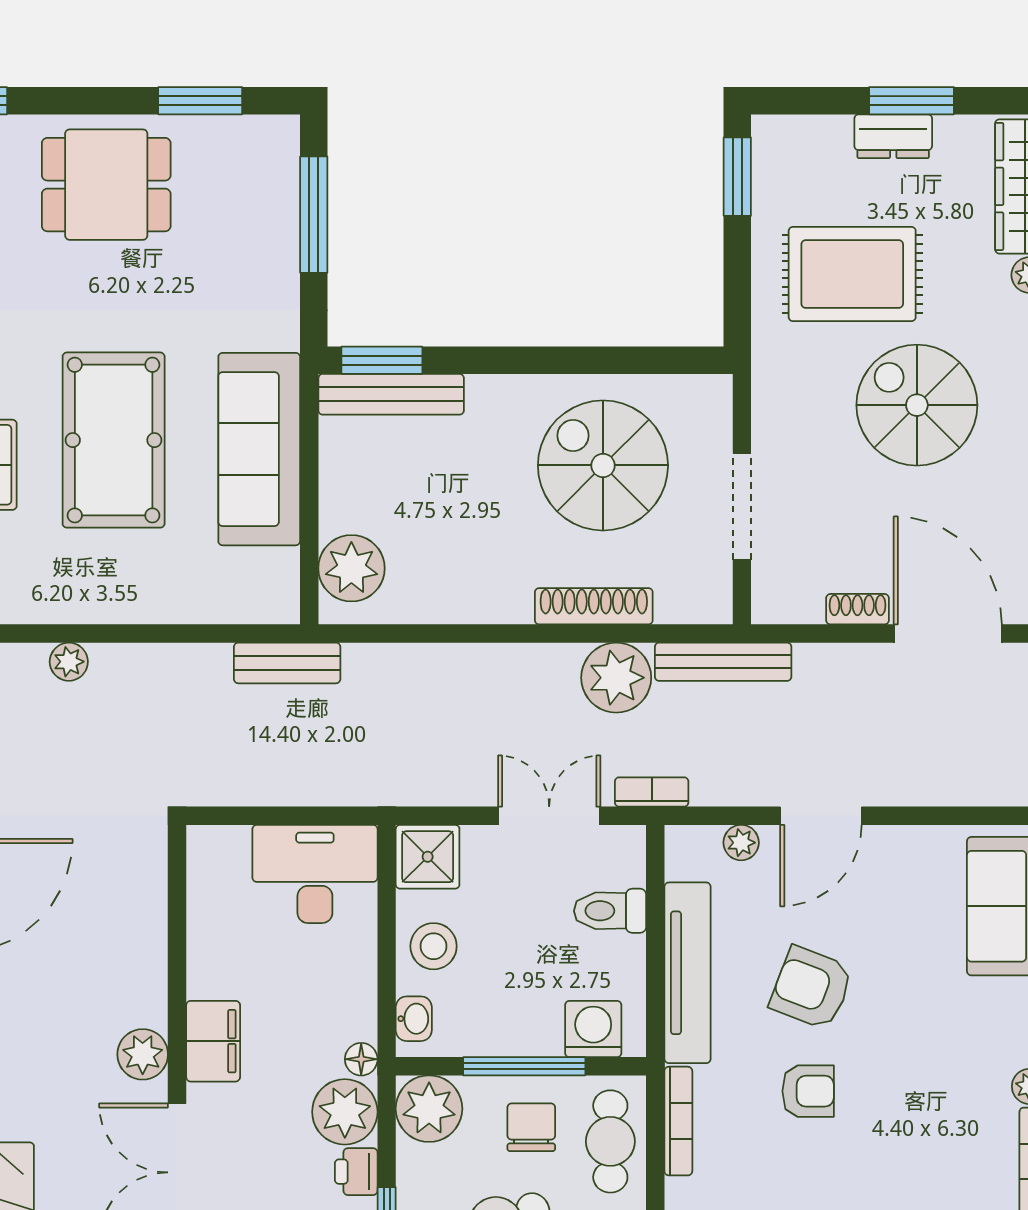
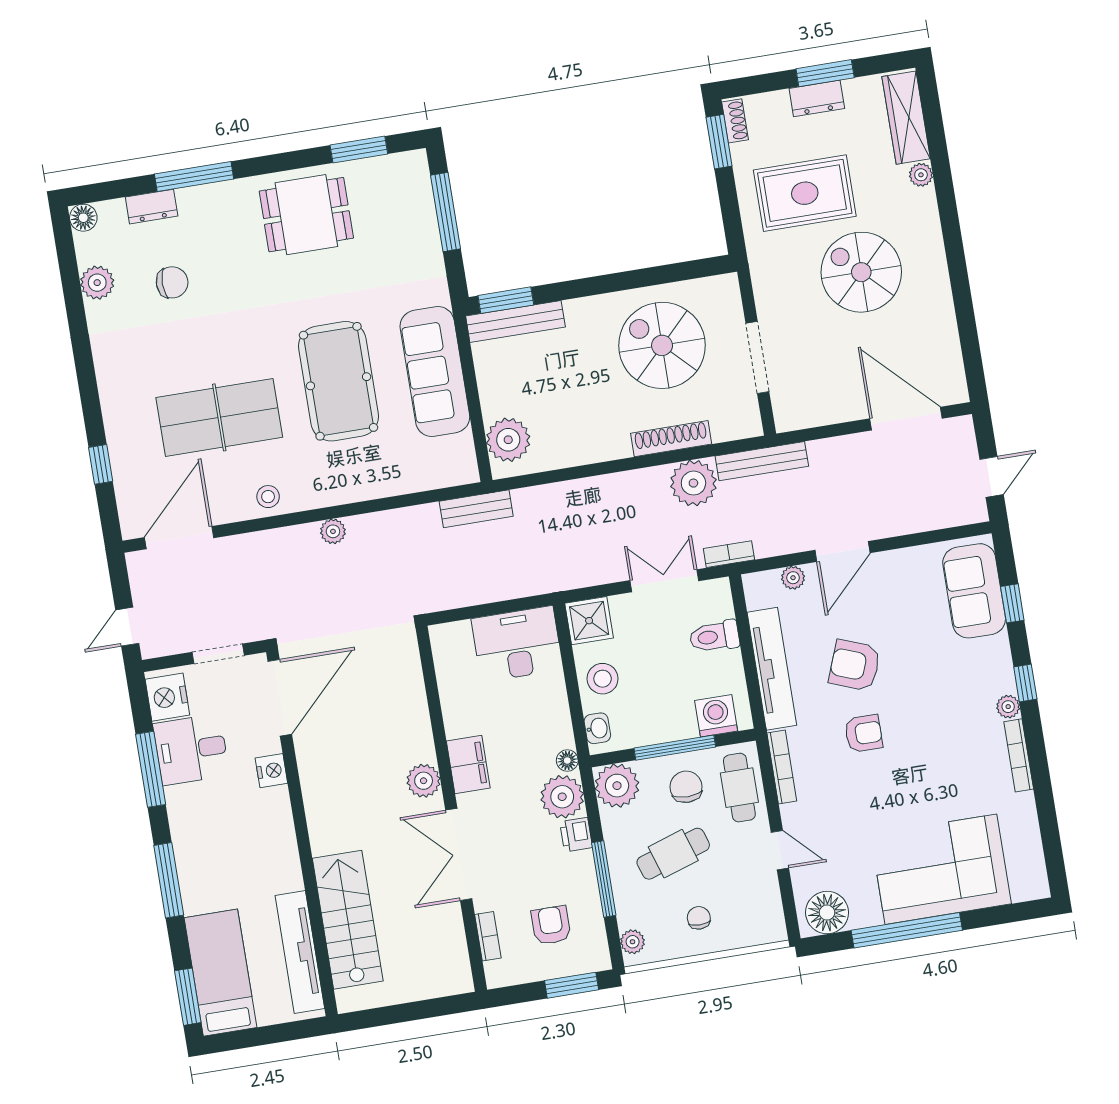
shoe rack: (857, 609) -> (735, 121), moved, turned 90

